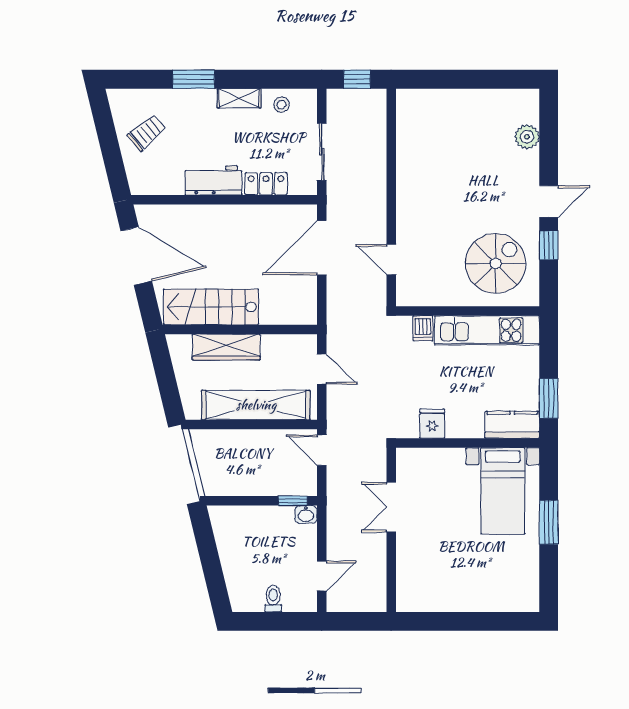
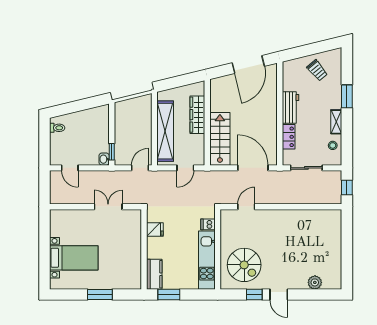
stairs: (211, 307) -> (220, 139), moved
bed with nightstands: (503, 491) -> (74, 258), moved, turned 180
toilet: (273, 599) -> (57, 128), moved

